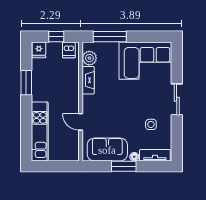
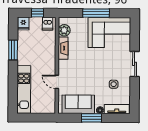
window: (110, 37) -> (96, 13), moved

